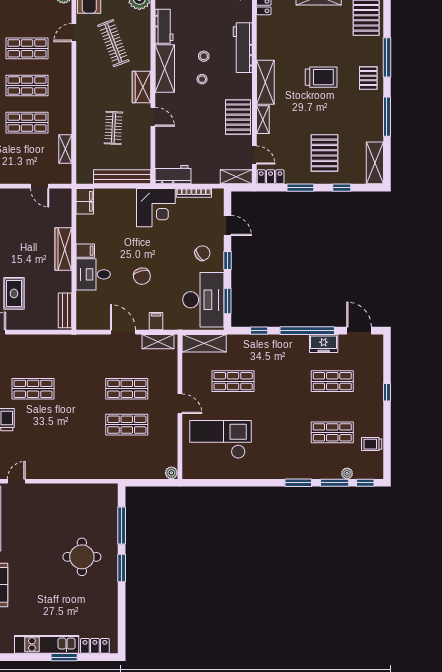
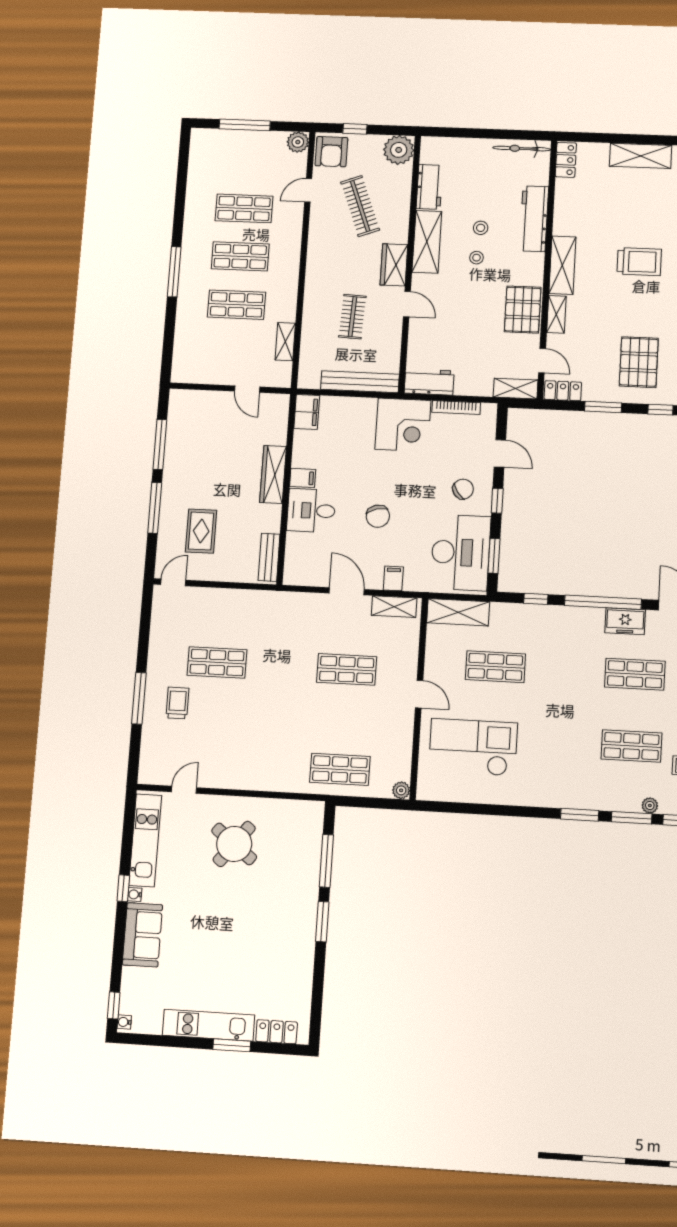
shop shelf: (127, 425) -> (340, 769), moved
round table: (82, 557) -> (234, 844), moved, turned 38

